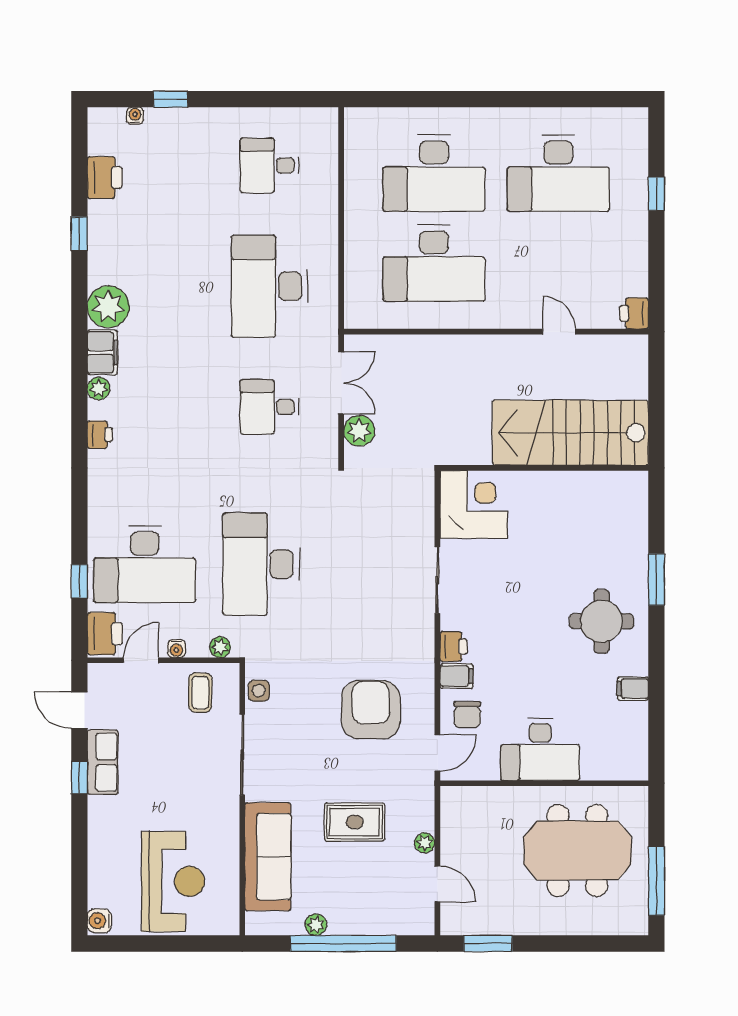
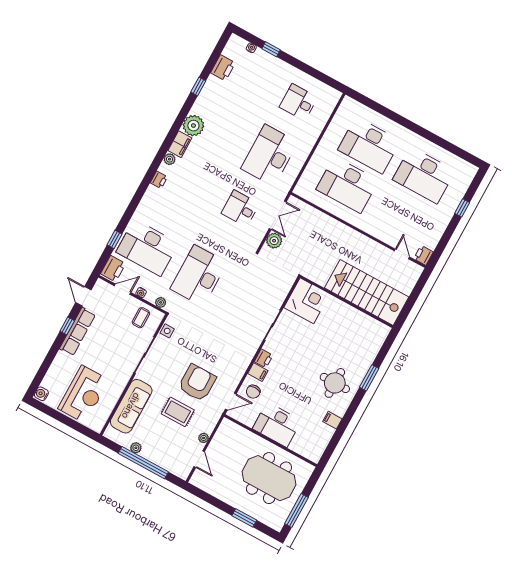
door: (559, 332) -> (402, 254), moved
armchair: (371, 710) -> (197, 383), moved
row of seats: (103, 762) -> (77, 332), width x1.48
window: (488, 944) -> (244, 518), moved

